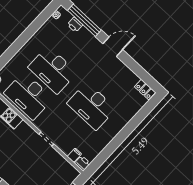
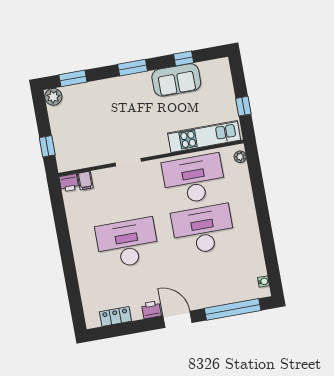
printer: (75, 25) -> (151, 310), moved
door: (113, 47) -> (177, 319), swing flipped
locker: (145, 90) -> (115, 317), moved

